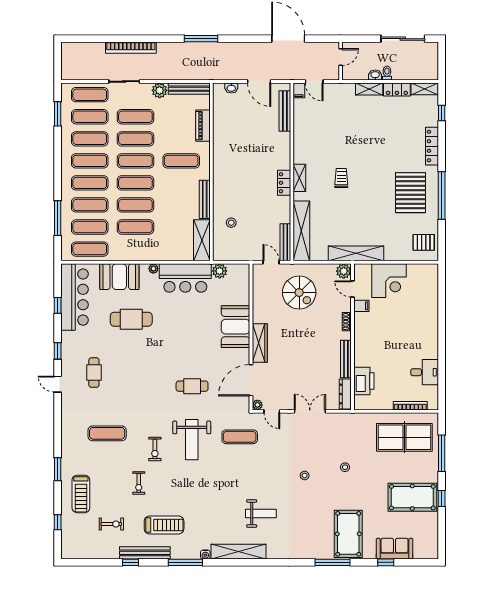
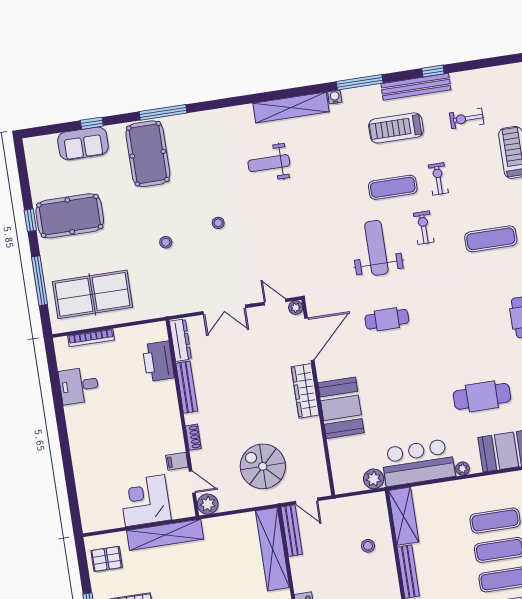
shelving: (356, 253) -> (165, 535), moved
exercise mat: (240, 437) -> (393, 187), moved

